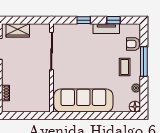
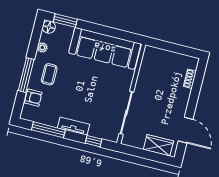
window: (84, 20) -> (94, 141), moved
window: (113, 20) -> (48, 130), width x2.17
tv unit: (106, 29) -> (74, 126), moved
window: (122, 116) -> (65, 20), added

